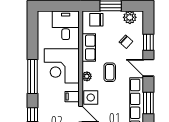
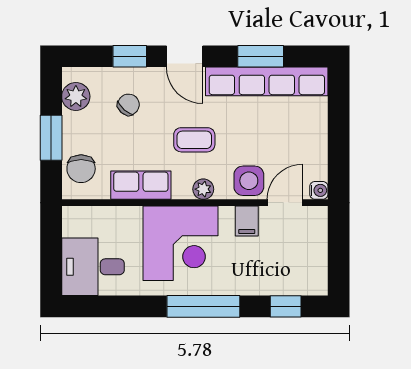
desk: (66, 25) -> (93, 267), moved
door: (148, 68) -> (185, 56), hinge flipped

